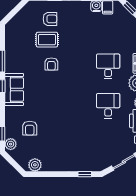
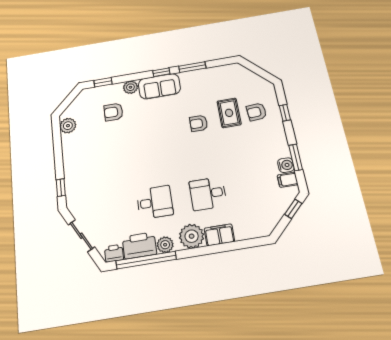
armchair: (50, 19) -> (256, 112), turned 86
desk: (108, 66) -> (208, 194), turned 180
plant: (11, 144) -> (130, 87), moved

